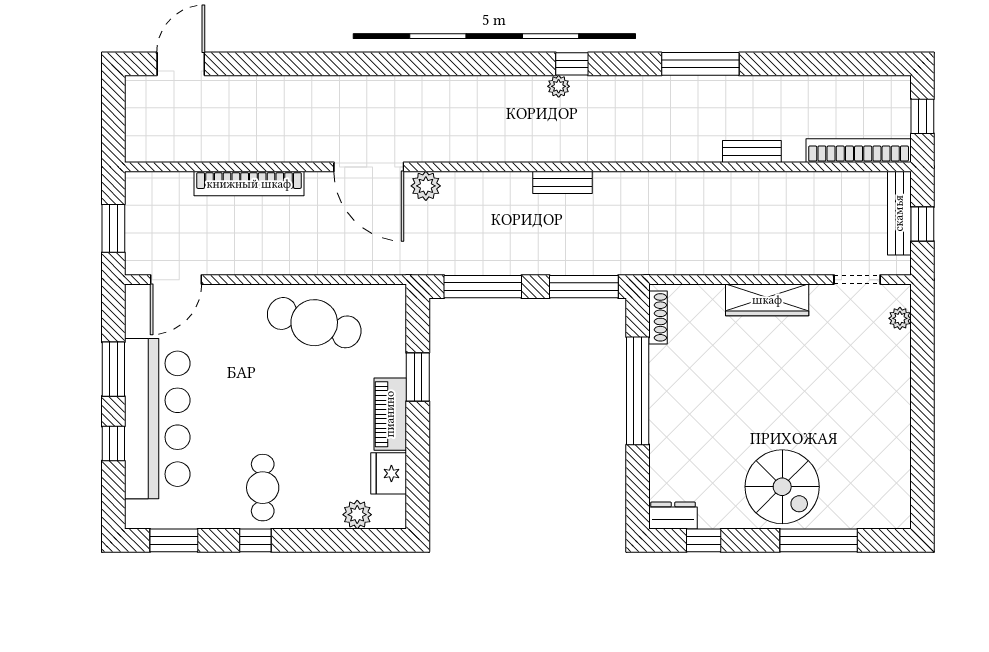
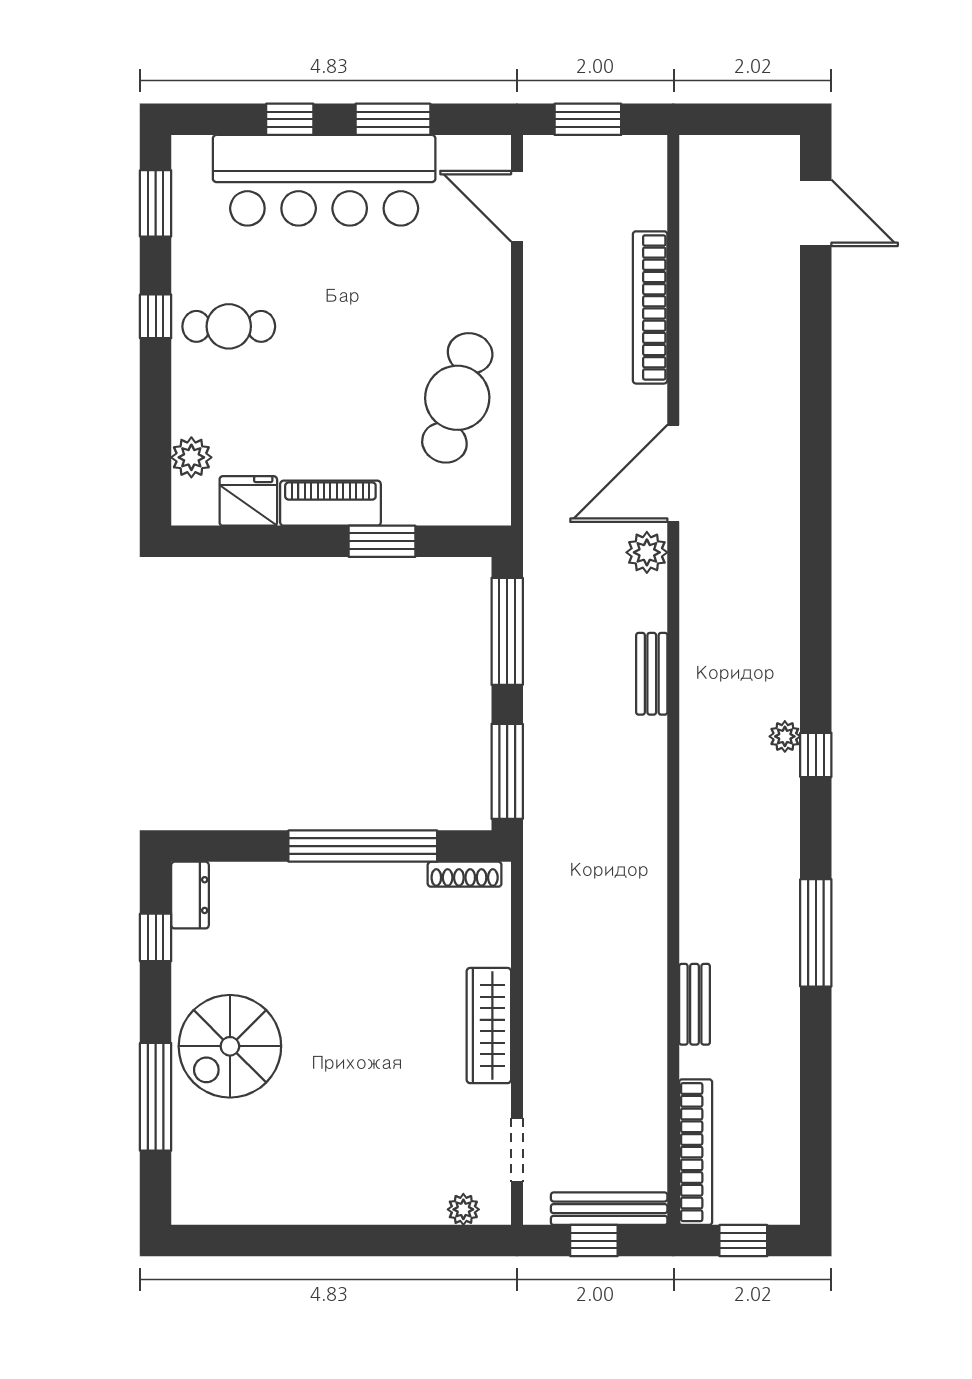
bench: (563, 182) -> (652, 674), moved

